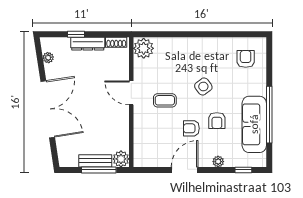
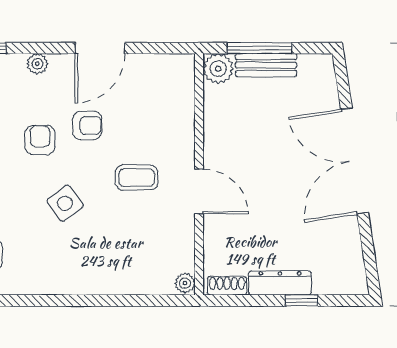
plant: (144, 48) -> (185, 283), width x0.53, depth x0.53
plant: (48, 58) -> (354, 257), removed

